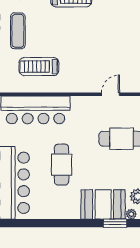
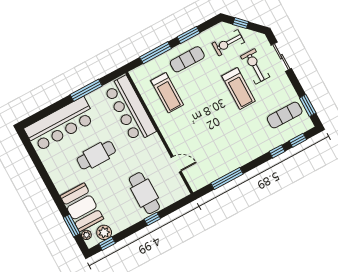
treadmill: (39, 67) -> (167, 93), turned 180

